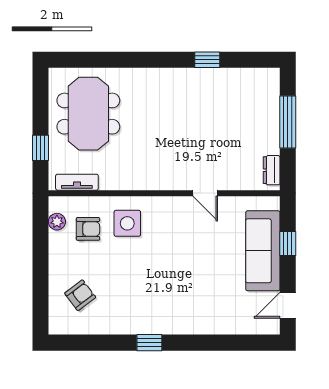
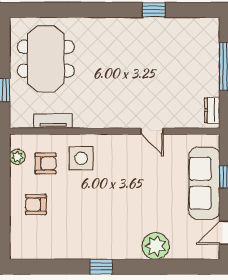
tv unit: (77, 182) -> (53, 121), moved
armchair: (80, 295) -> (36, 205), moved, turned -143
plant: (209, 320) -> (156, 246), added

